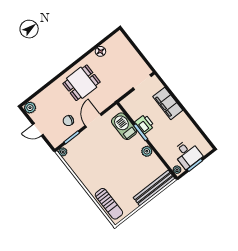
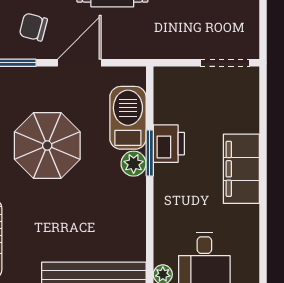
filing cabinet: (168, 103) -> (241, 169), moved
plant: (147, 151) -> (134, 164), moved
parasol: (104, 157) -> (47, 146), added

